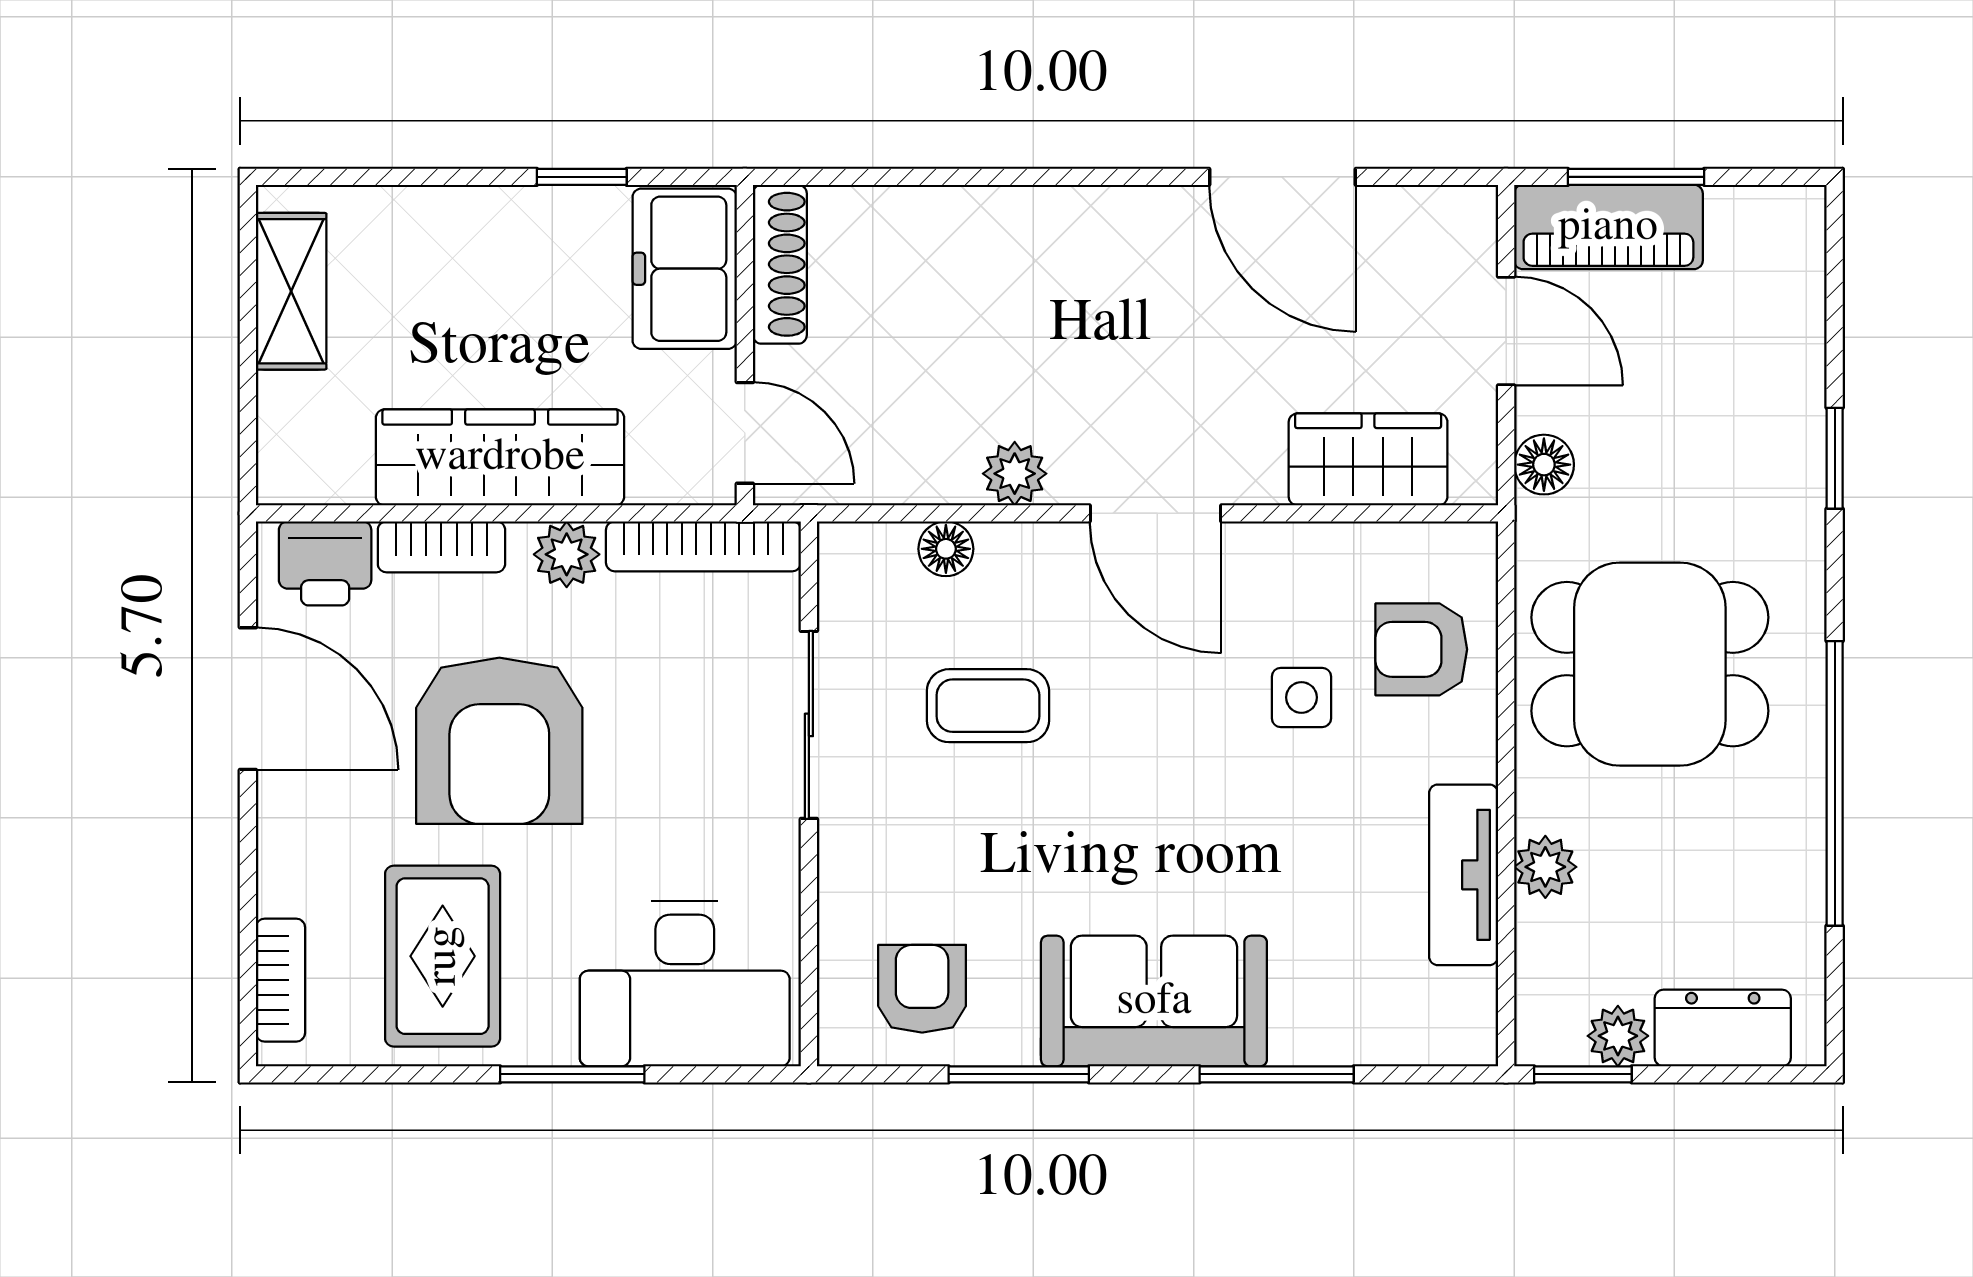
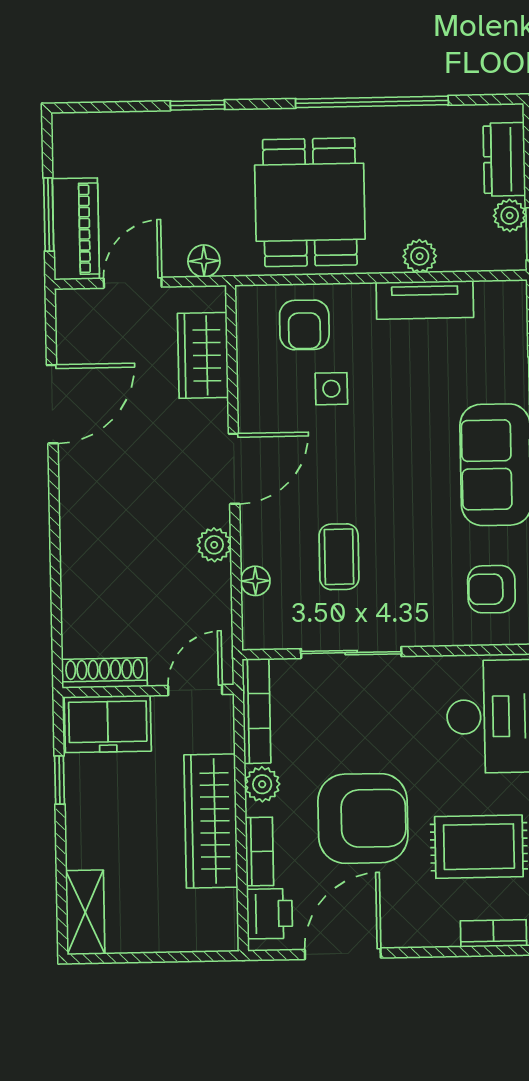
shelving: (291, 291) -> (85, 912), moved, turned 90

